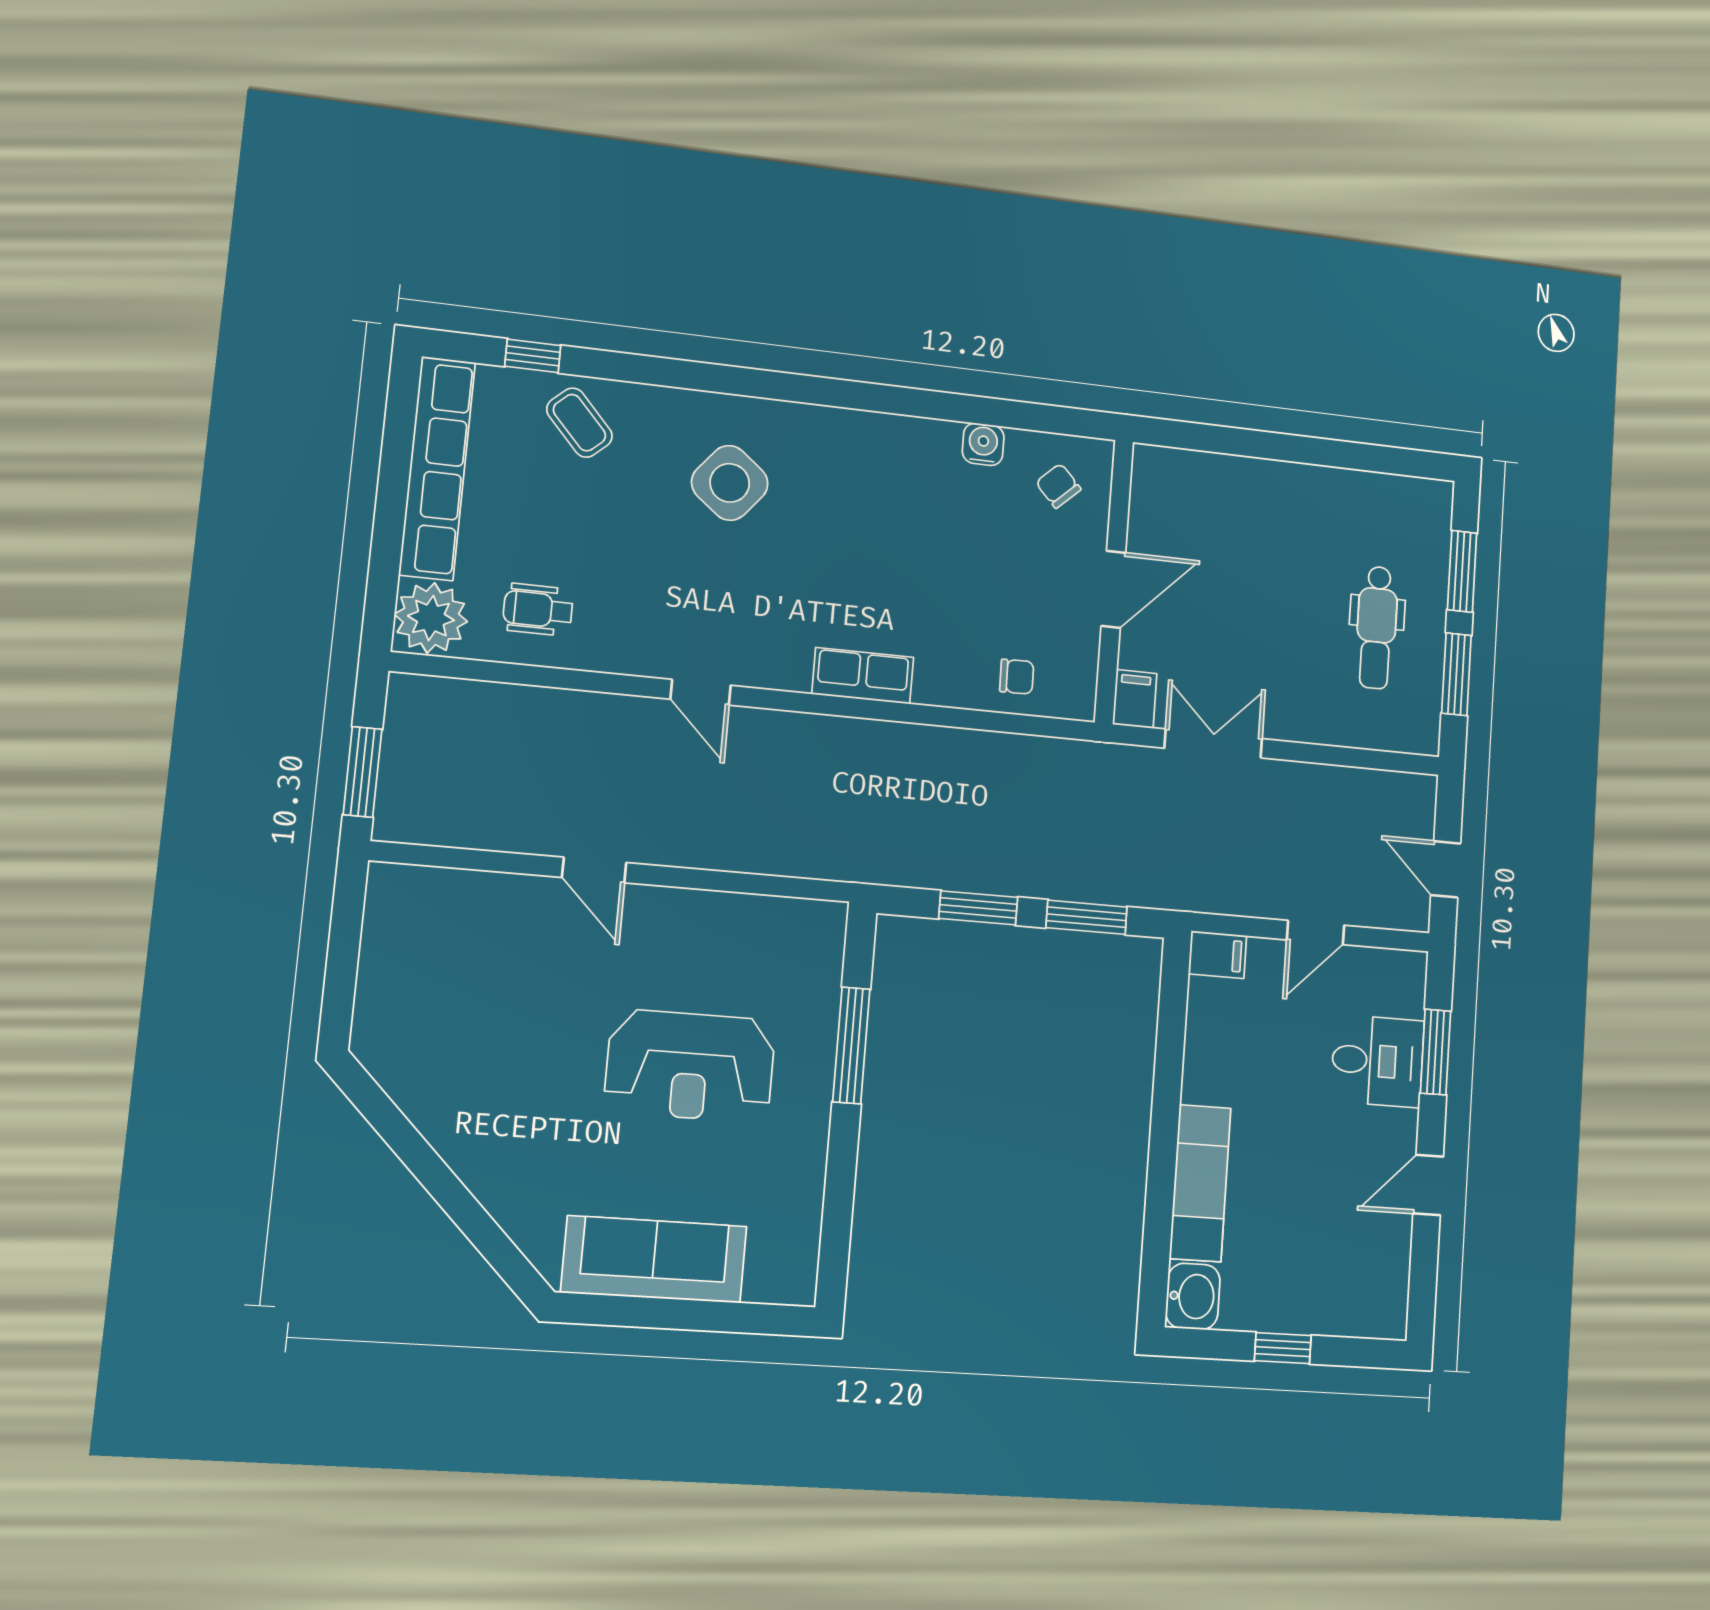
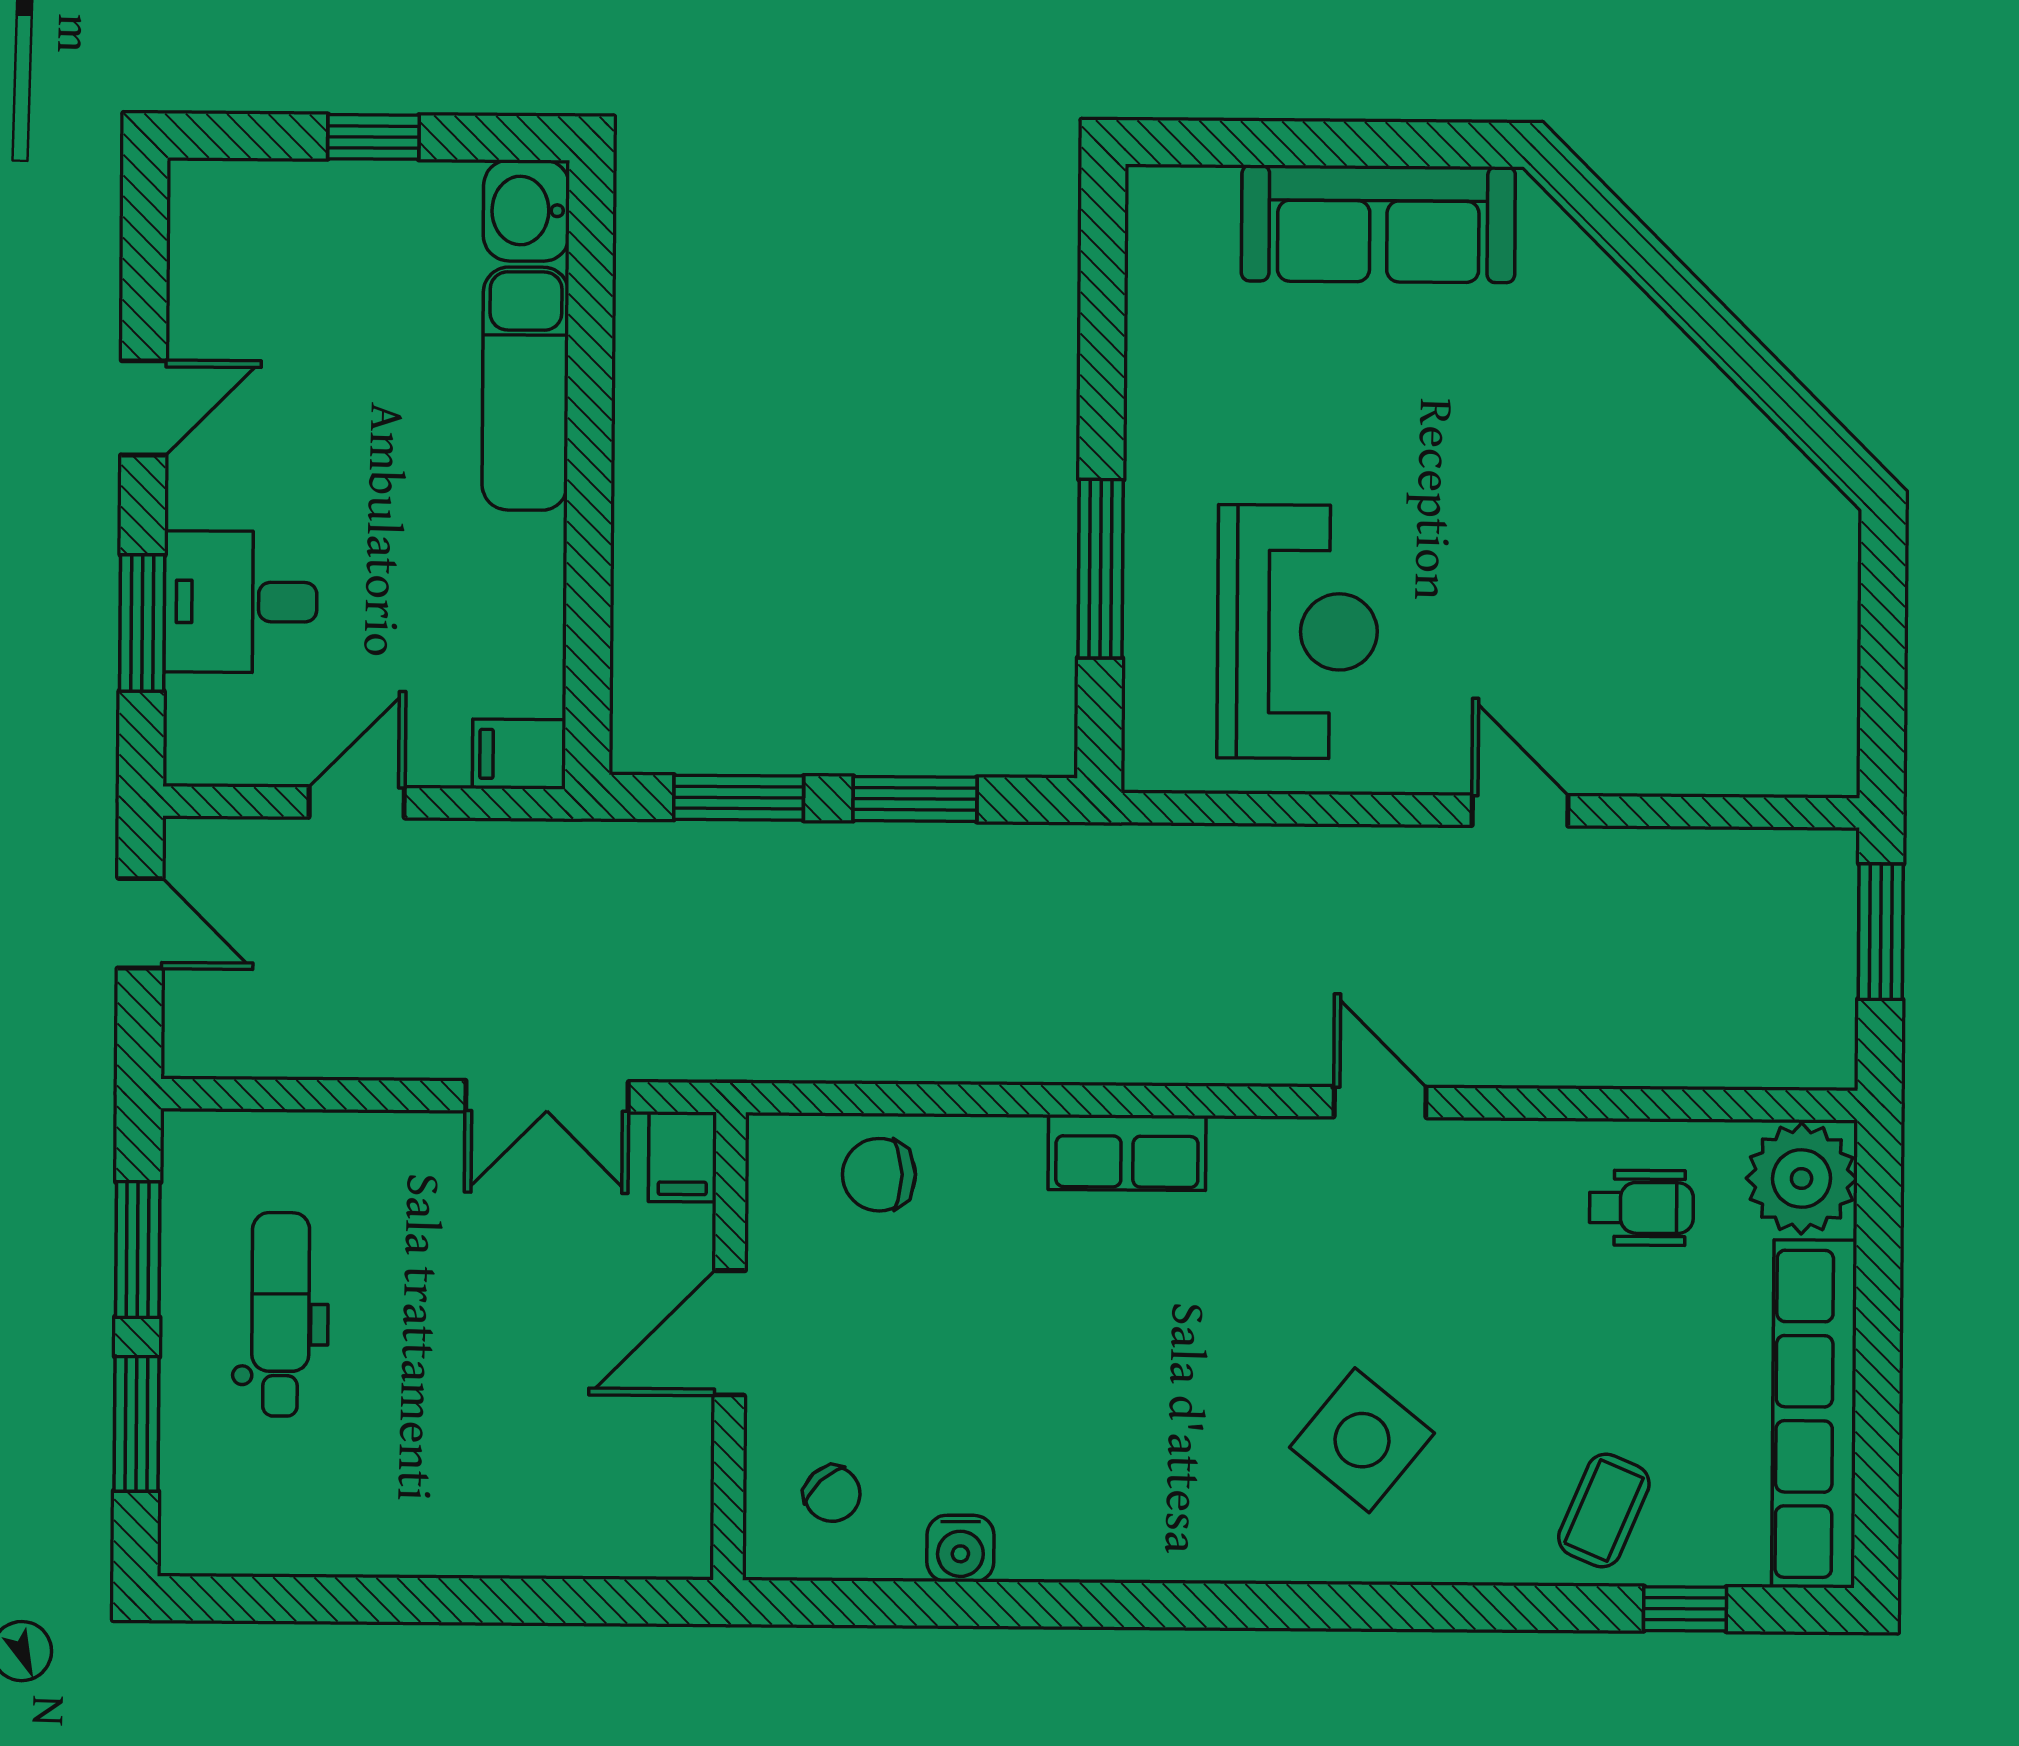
coffee table: (579, 423) -> (1604, 1510), turned 65
chair: (1017, 677) -> (879, 1175), width x1.37, depth x1.37
reception desk: (690, 1066) -> (1298, 632), moved, turned 90

